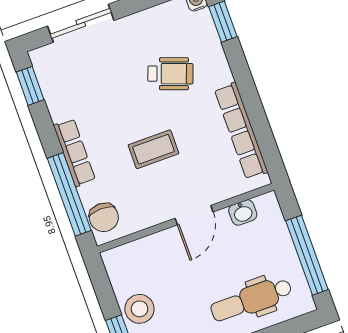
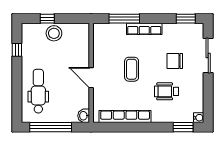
wheelchair: (170, 74) -> (167, 91), turned 70
window: (69, 194) -> (124, 19), width x0.68
washbasin: (243, 212) -> (84, 116), moved
chair: (104, 217) -> (175, 61), moved

